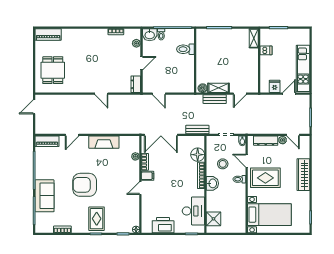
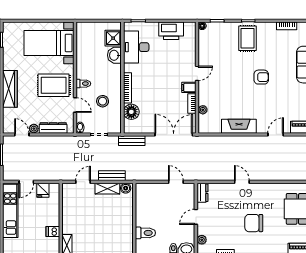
chair: (91, 58) -> (254, 223), added
washbasin: (212, 183) -> (114, 55), moved
armchair: (85, 185) -> (261, 77), width x0.53, depth x0.53

